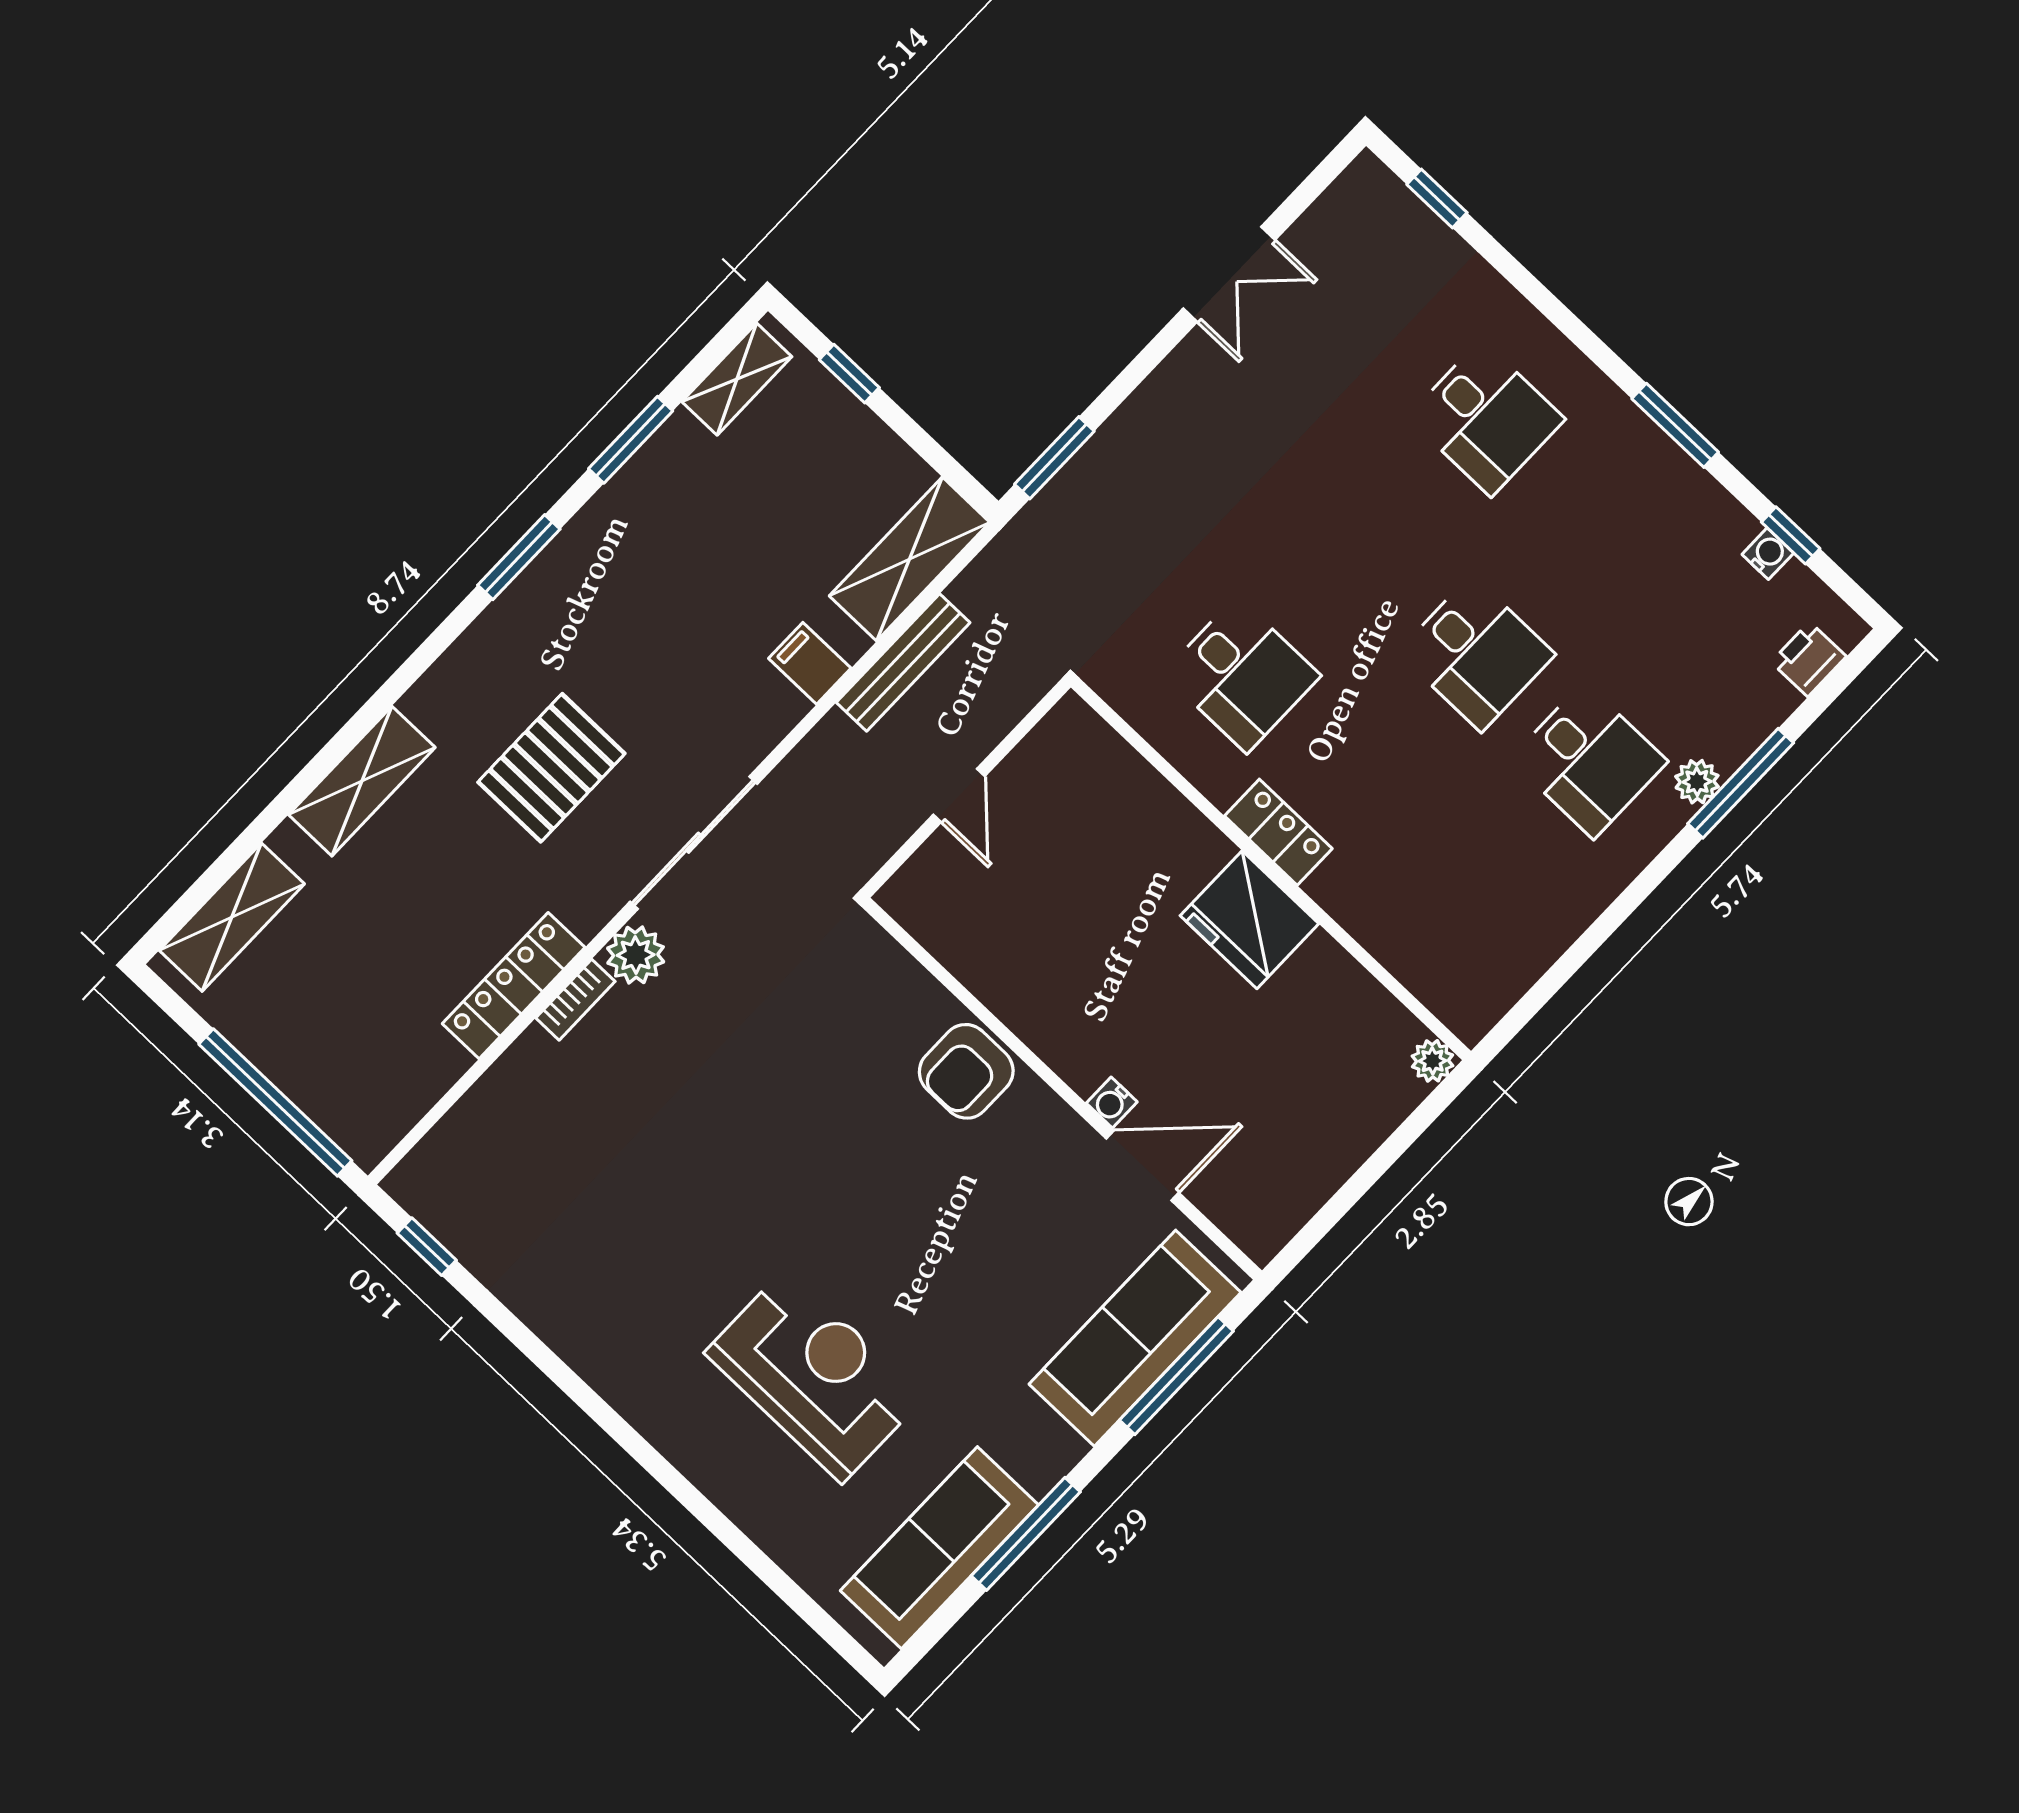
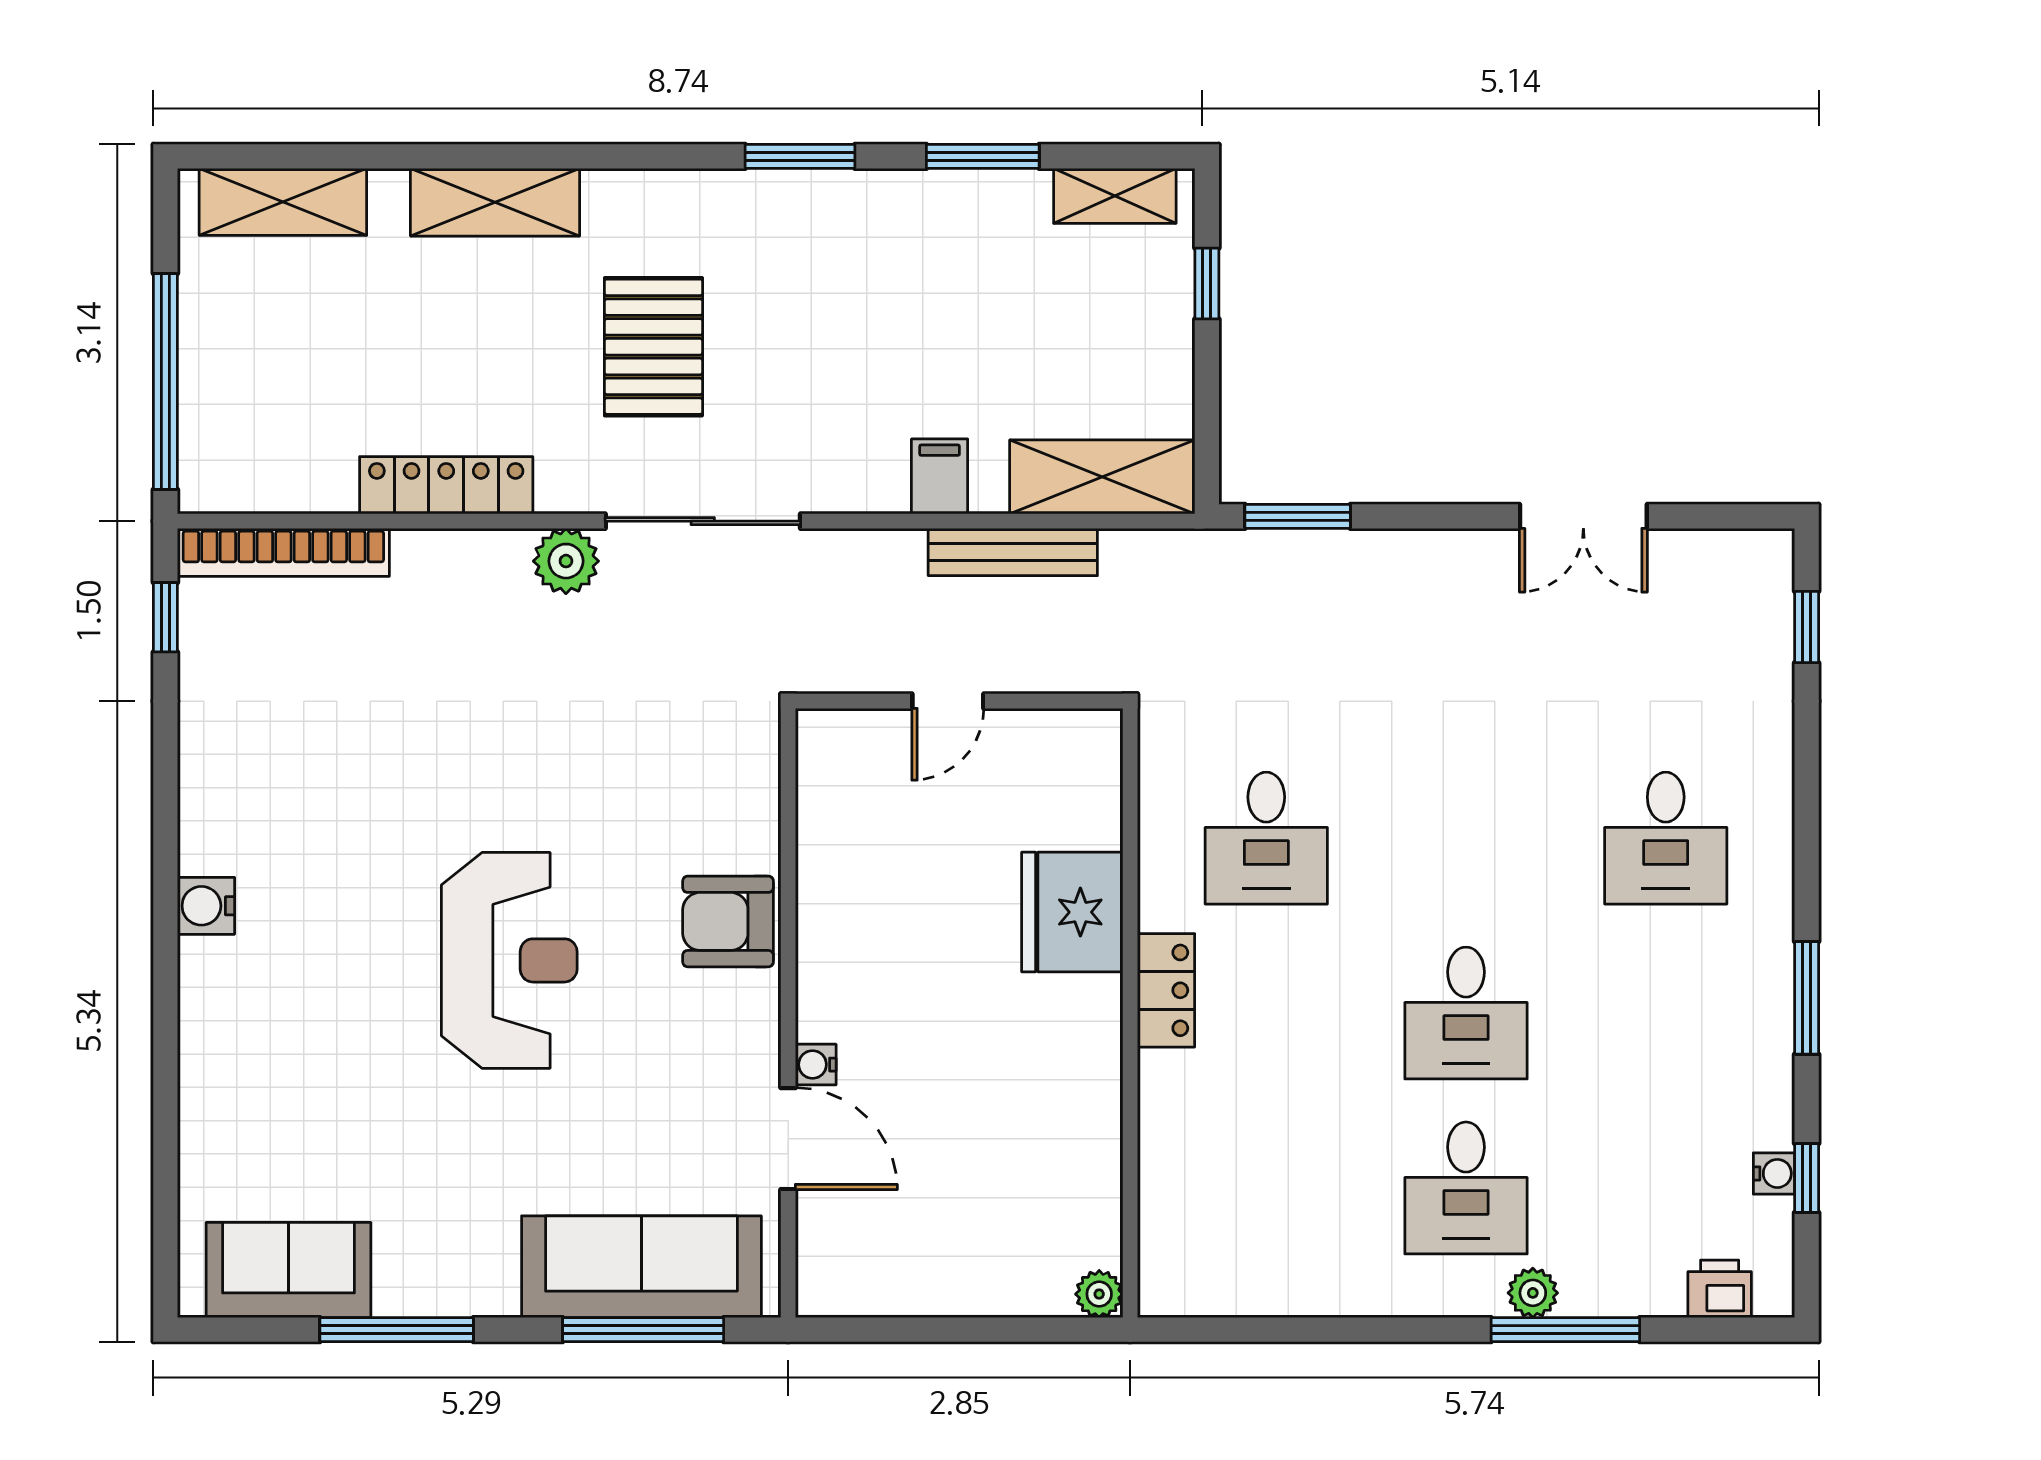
pallet: (551, 768) -> (653, 347), turned 90
fridge: (1250, 920) -> (1072, 912), moved
bookcase: (575, 1000) -> (283, 552), moved, width x2.31, depth x1.31
reception desk: (814, 1375) -> (509, 960), moved
water cooler: (637, 1397) -> (206, 906), added
sofa: (939, 1548) -> (289, 1270), width x0.73

